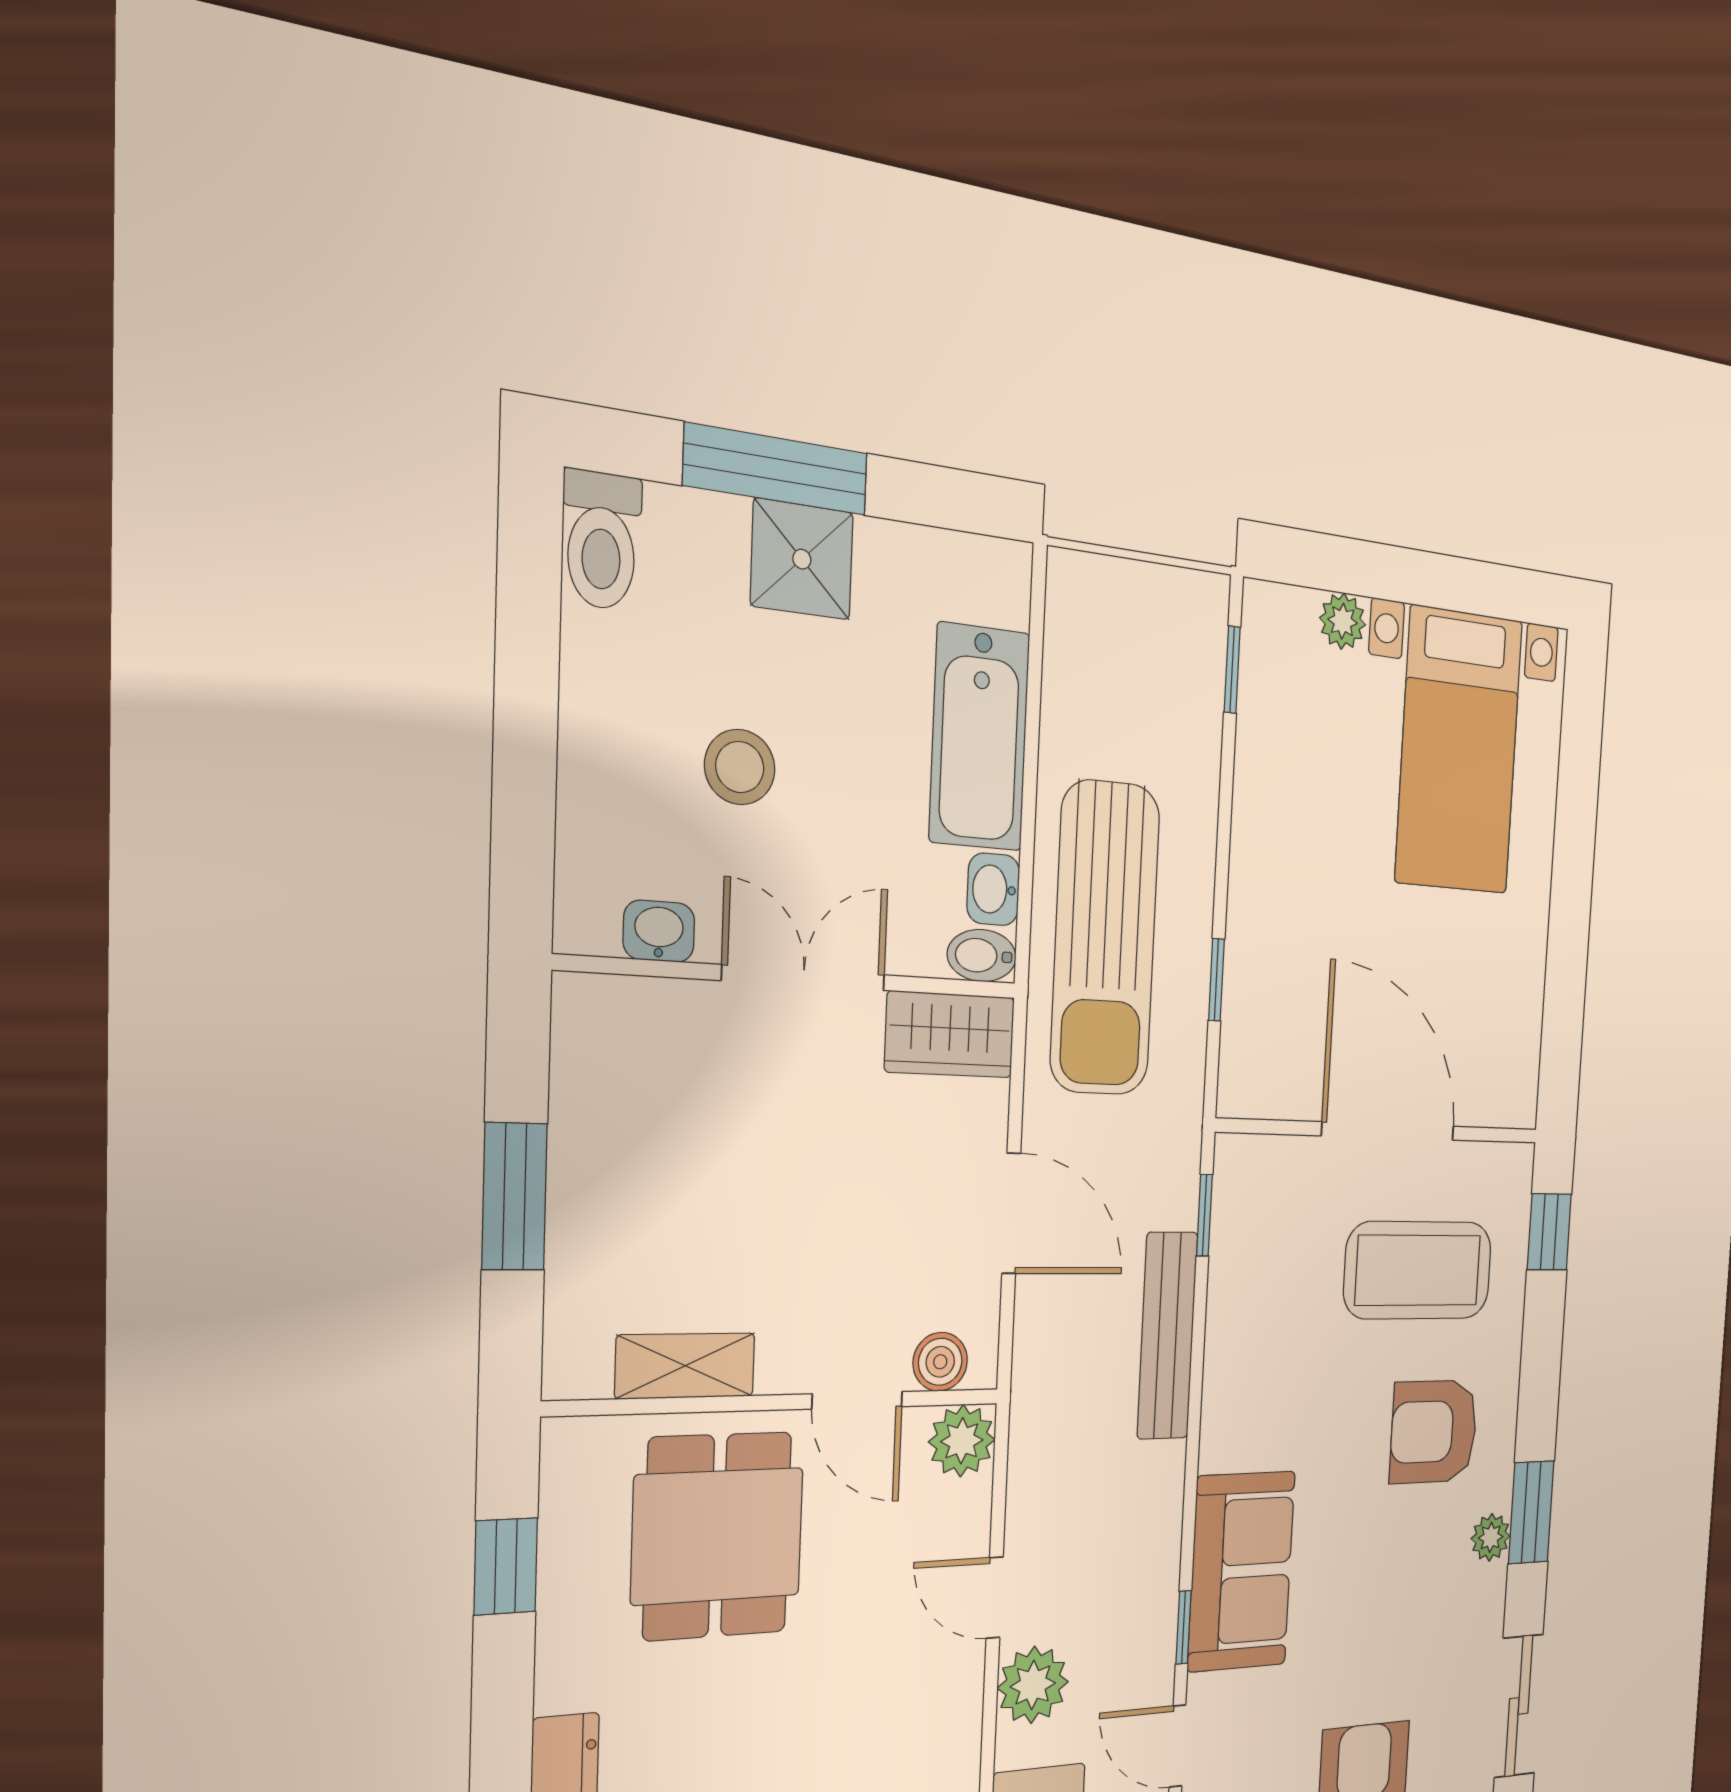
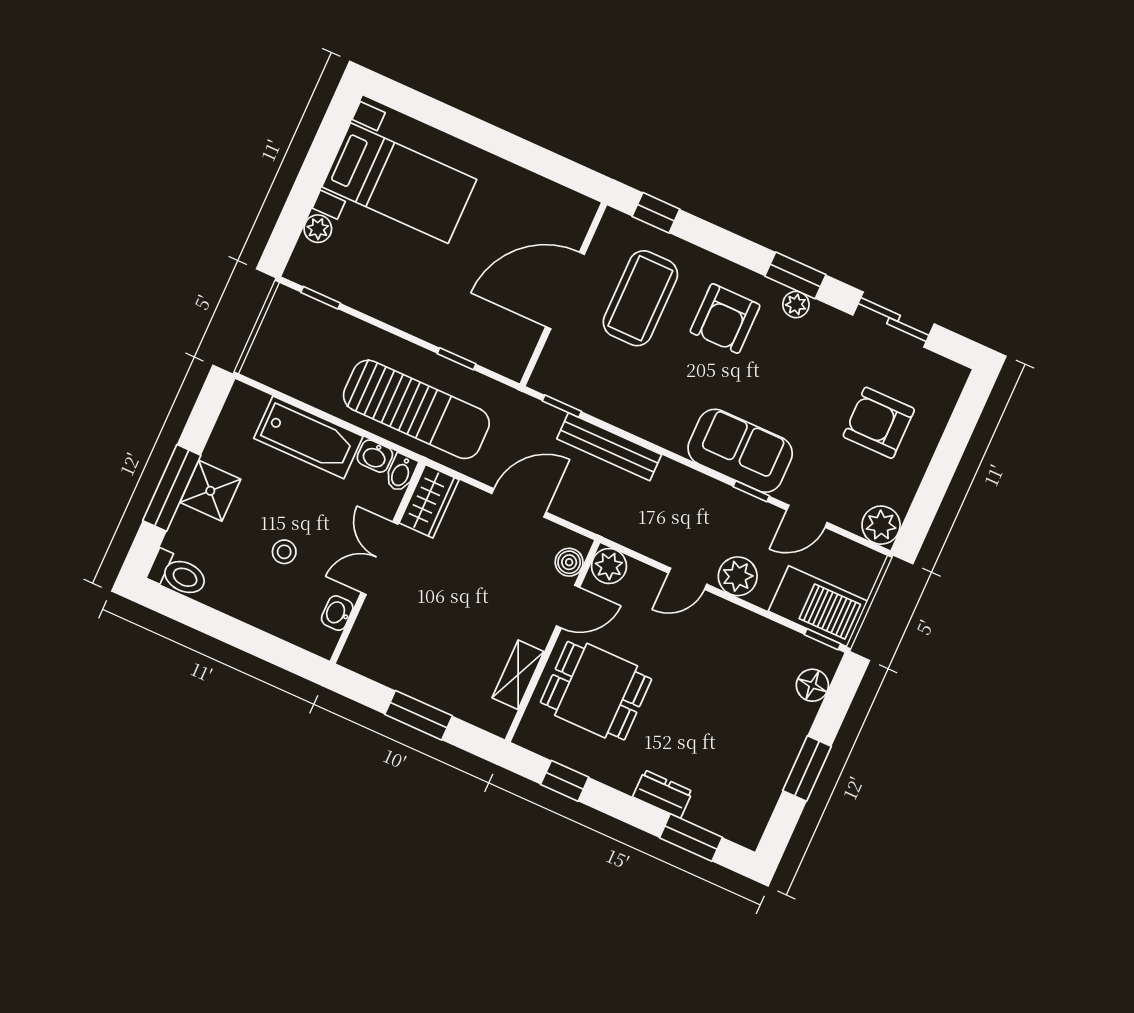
stool: (740, 767) -> (284, 552), width x0.73, depth x0.73

